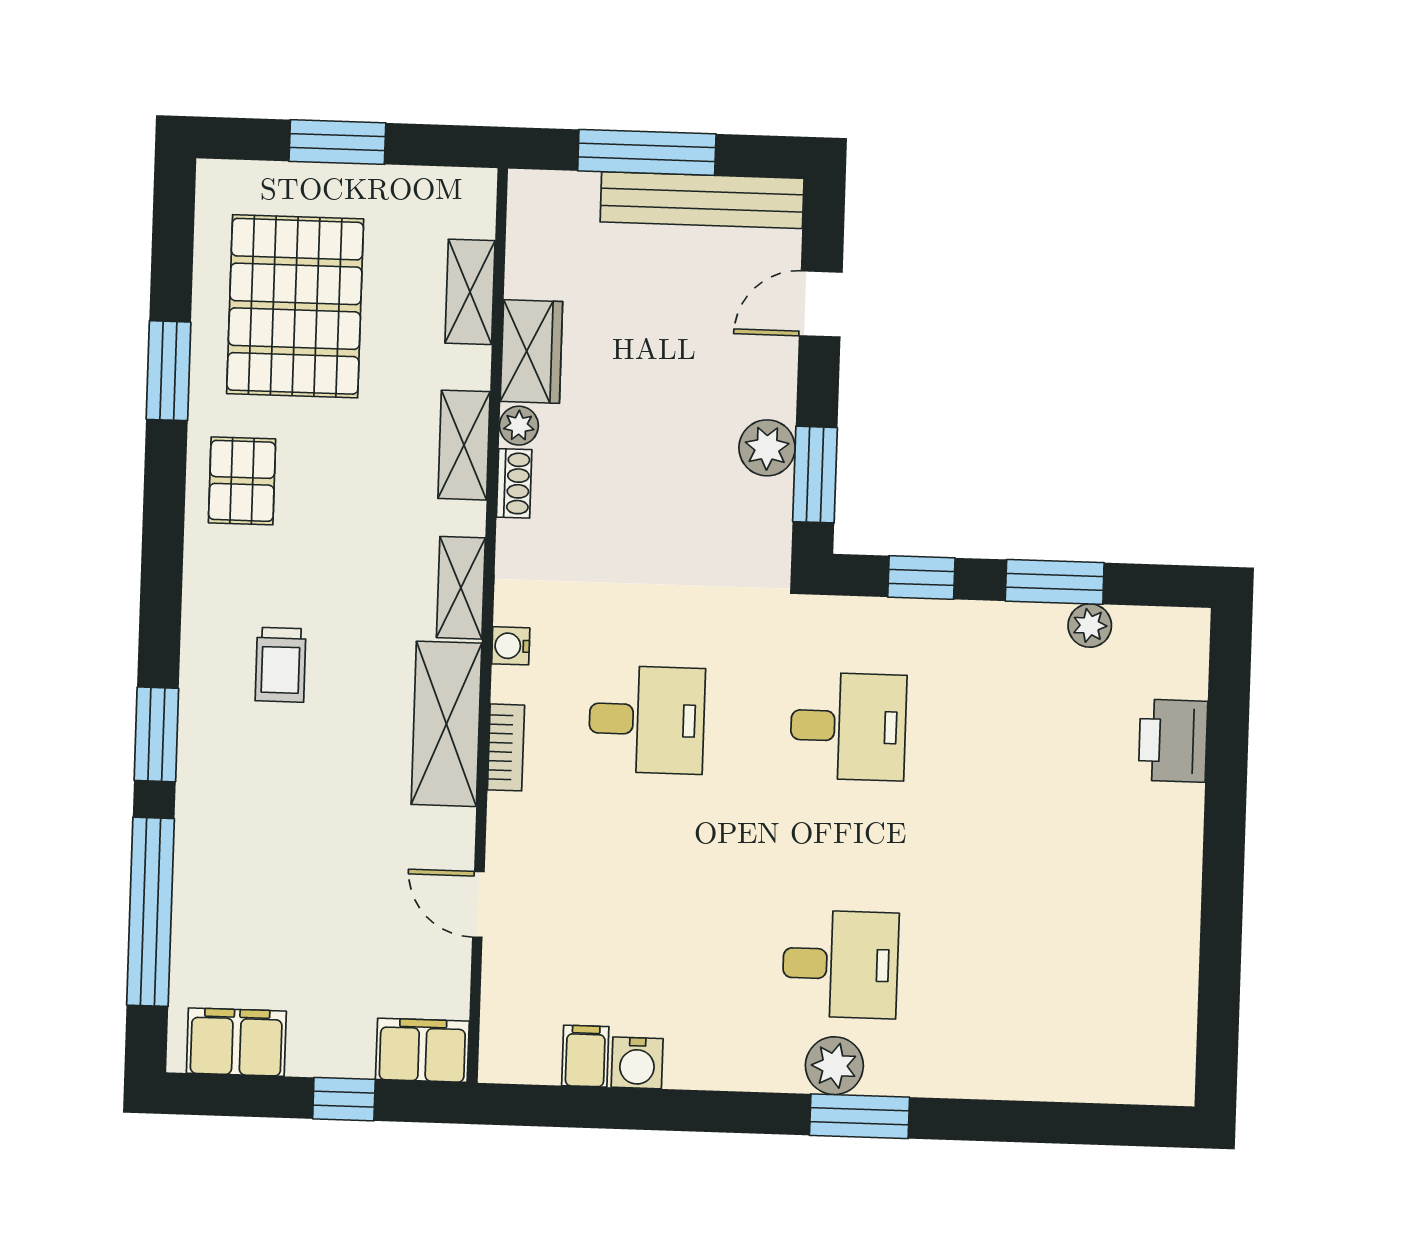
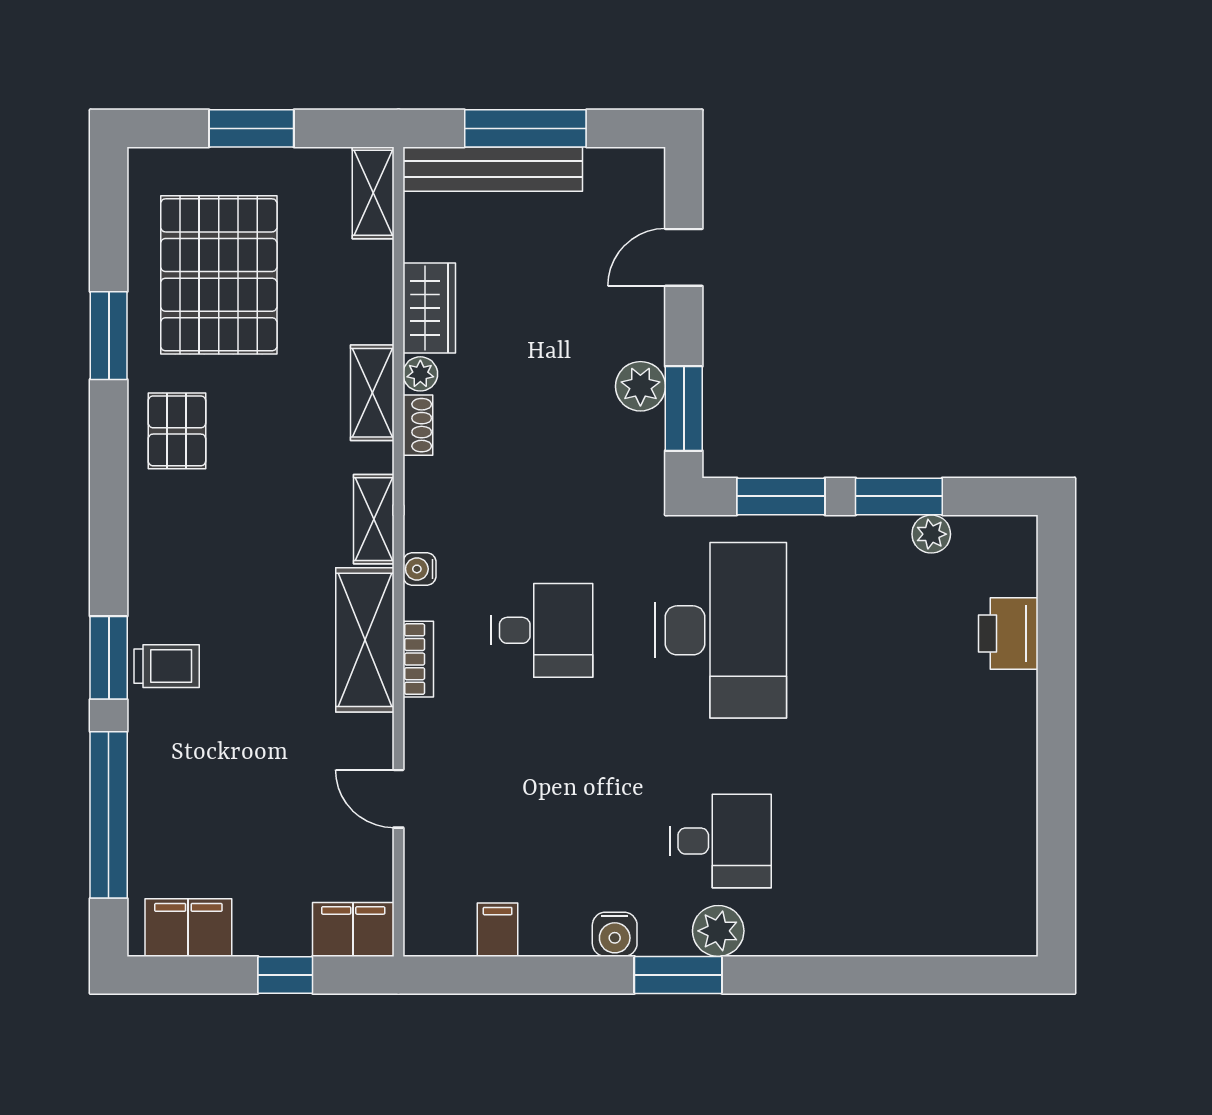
bench: (702, 200) -> (493, 169), moved
shelving: (470, 292) -> (373, 193), moved
window: (921, 577) -> (781, 496), width x1.50
trolley: (281, 665) -> (167, 666), moved, turned -90
desk: (848, 726) -> (721, 630), width x1.87, depth x1.30
water cooler: (637, 1063) -> (615, 934), moved
window: (860, 1116) -> (678, 975), moved

